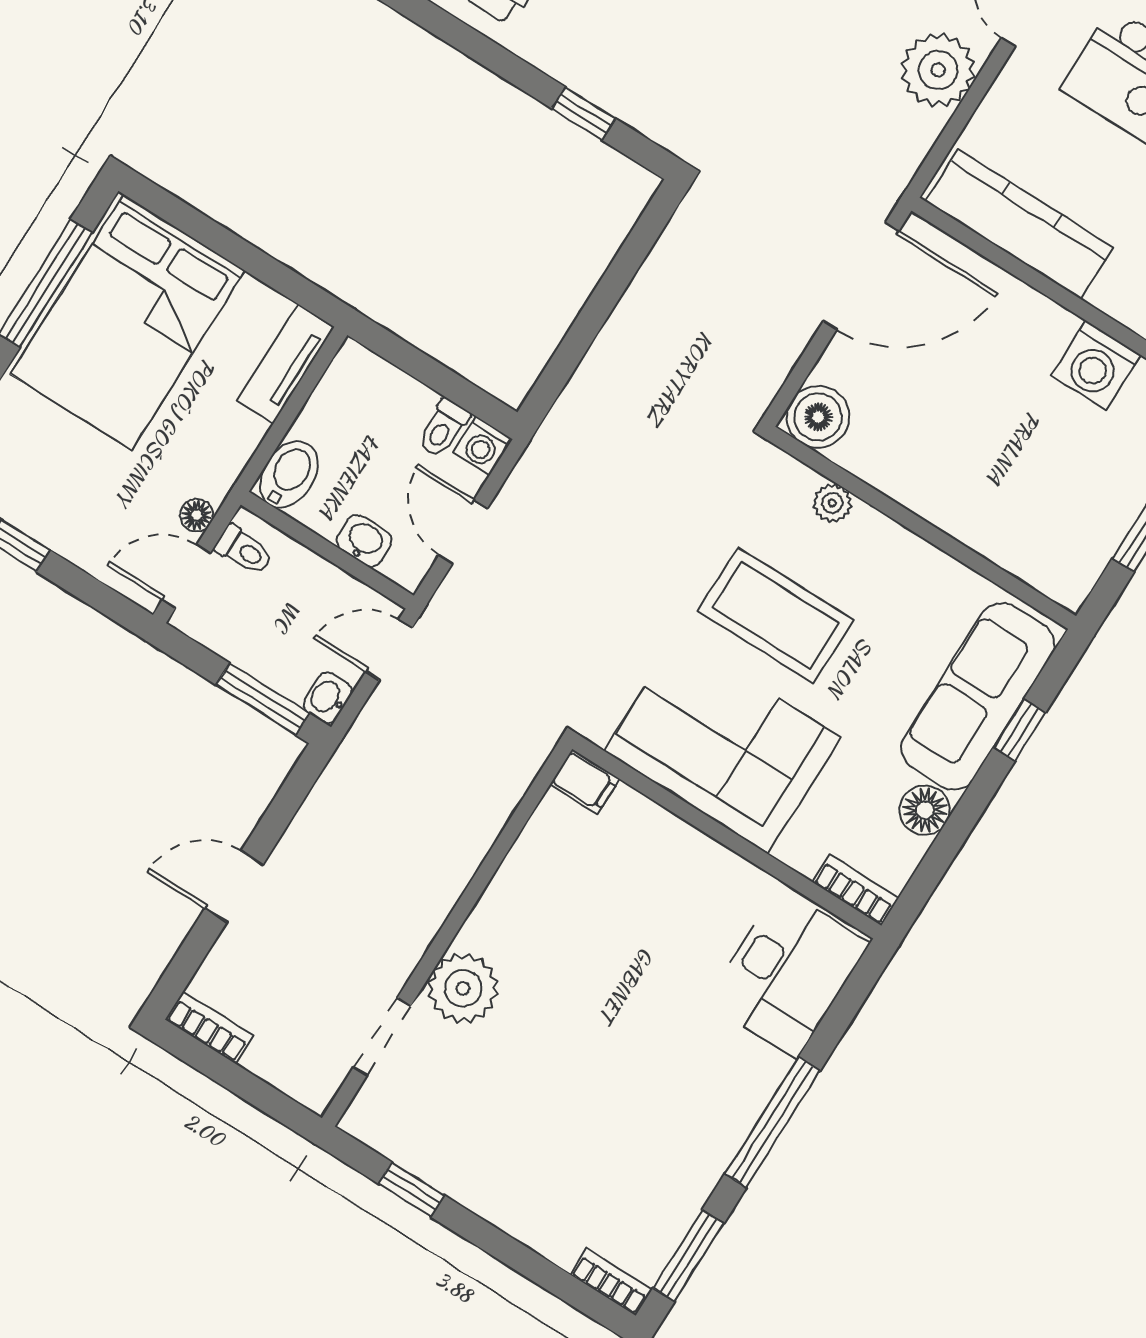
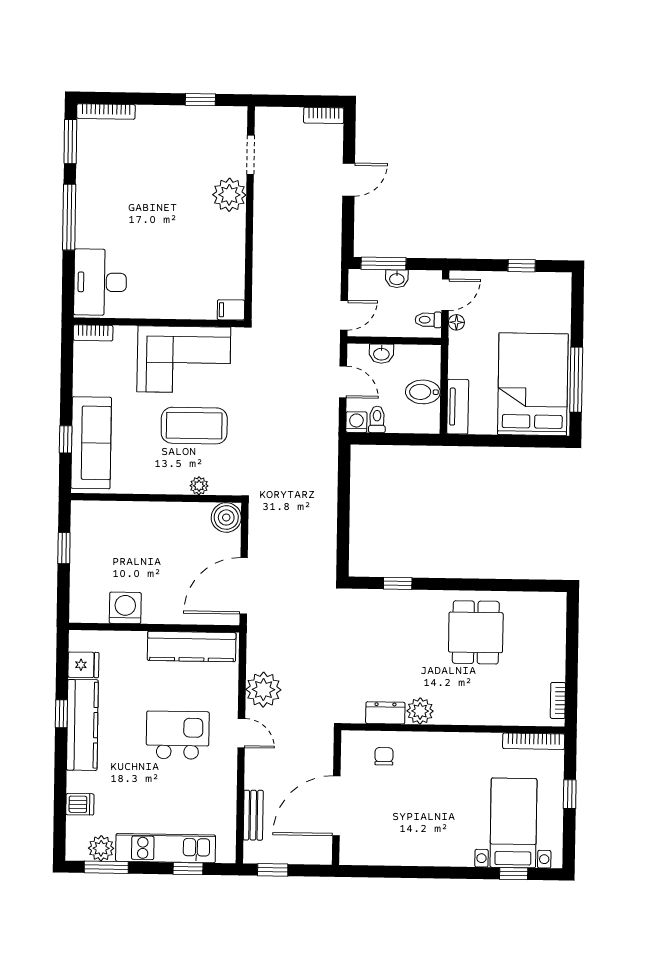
bidet: (289, 474) -> (423, 392), moved, turned 90
washbasin: (328, 698) -> (397, 279), moved, turned 90
floor lamp: (925, 810) -> (84, 383), removed
bookcase: (611, 1282) -> (106, 112), width x1.56

